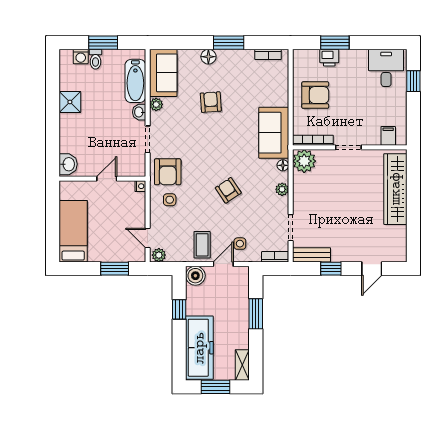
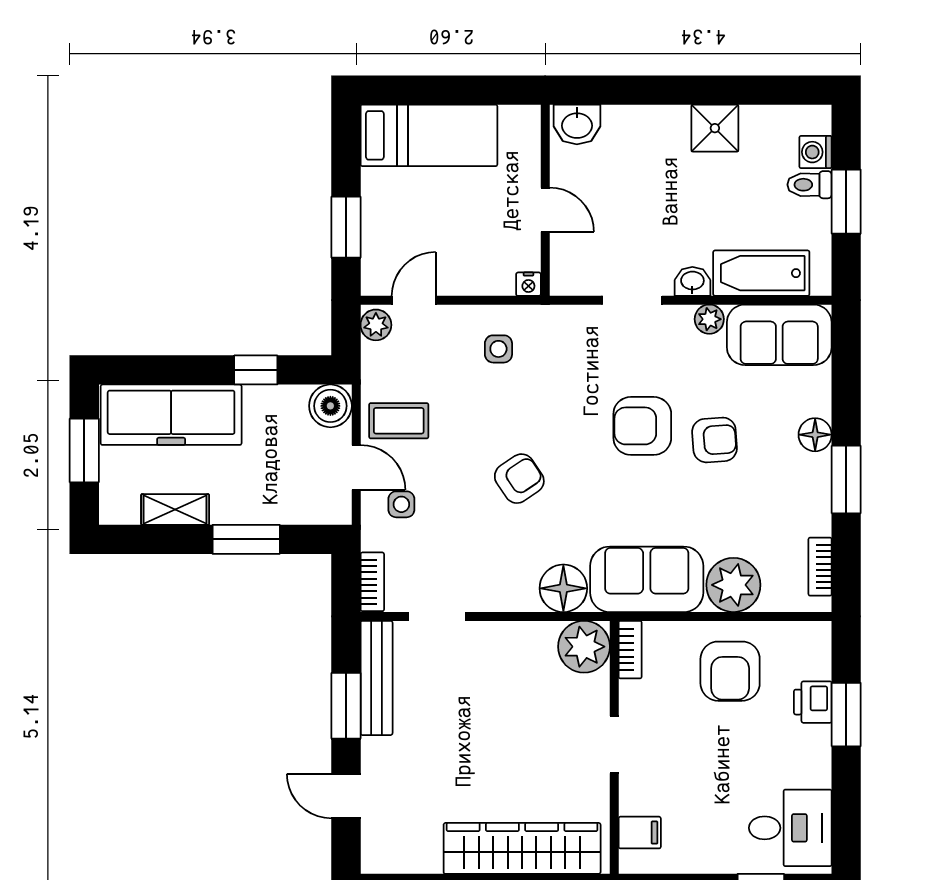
bookcase: (313, 140) -> (630, 650), width x0.64
floor lamp: (283, 165) -> (563, 588), width x1.89, depth x1.89
armchair: (168, 172) -> (642, 426), moved
plant: (282, 189) -> (733, 585), moved, width x1.88, depth x1.88
bench: (311, 255) -> (377, 678), width x1.36
window: (331, 269) -> (346, 706), width x1.50
shelving: (242, 365) -> (175, 510), moved

